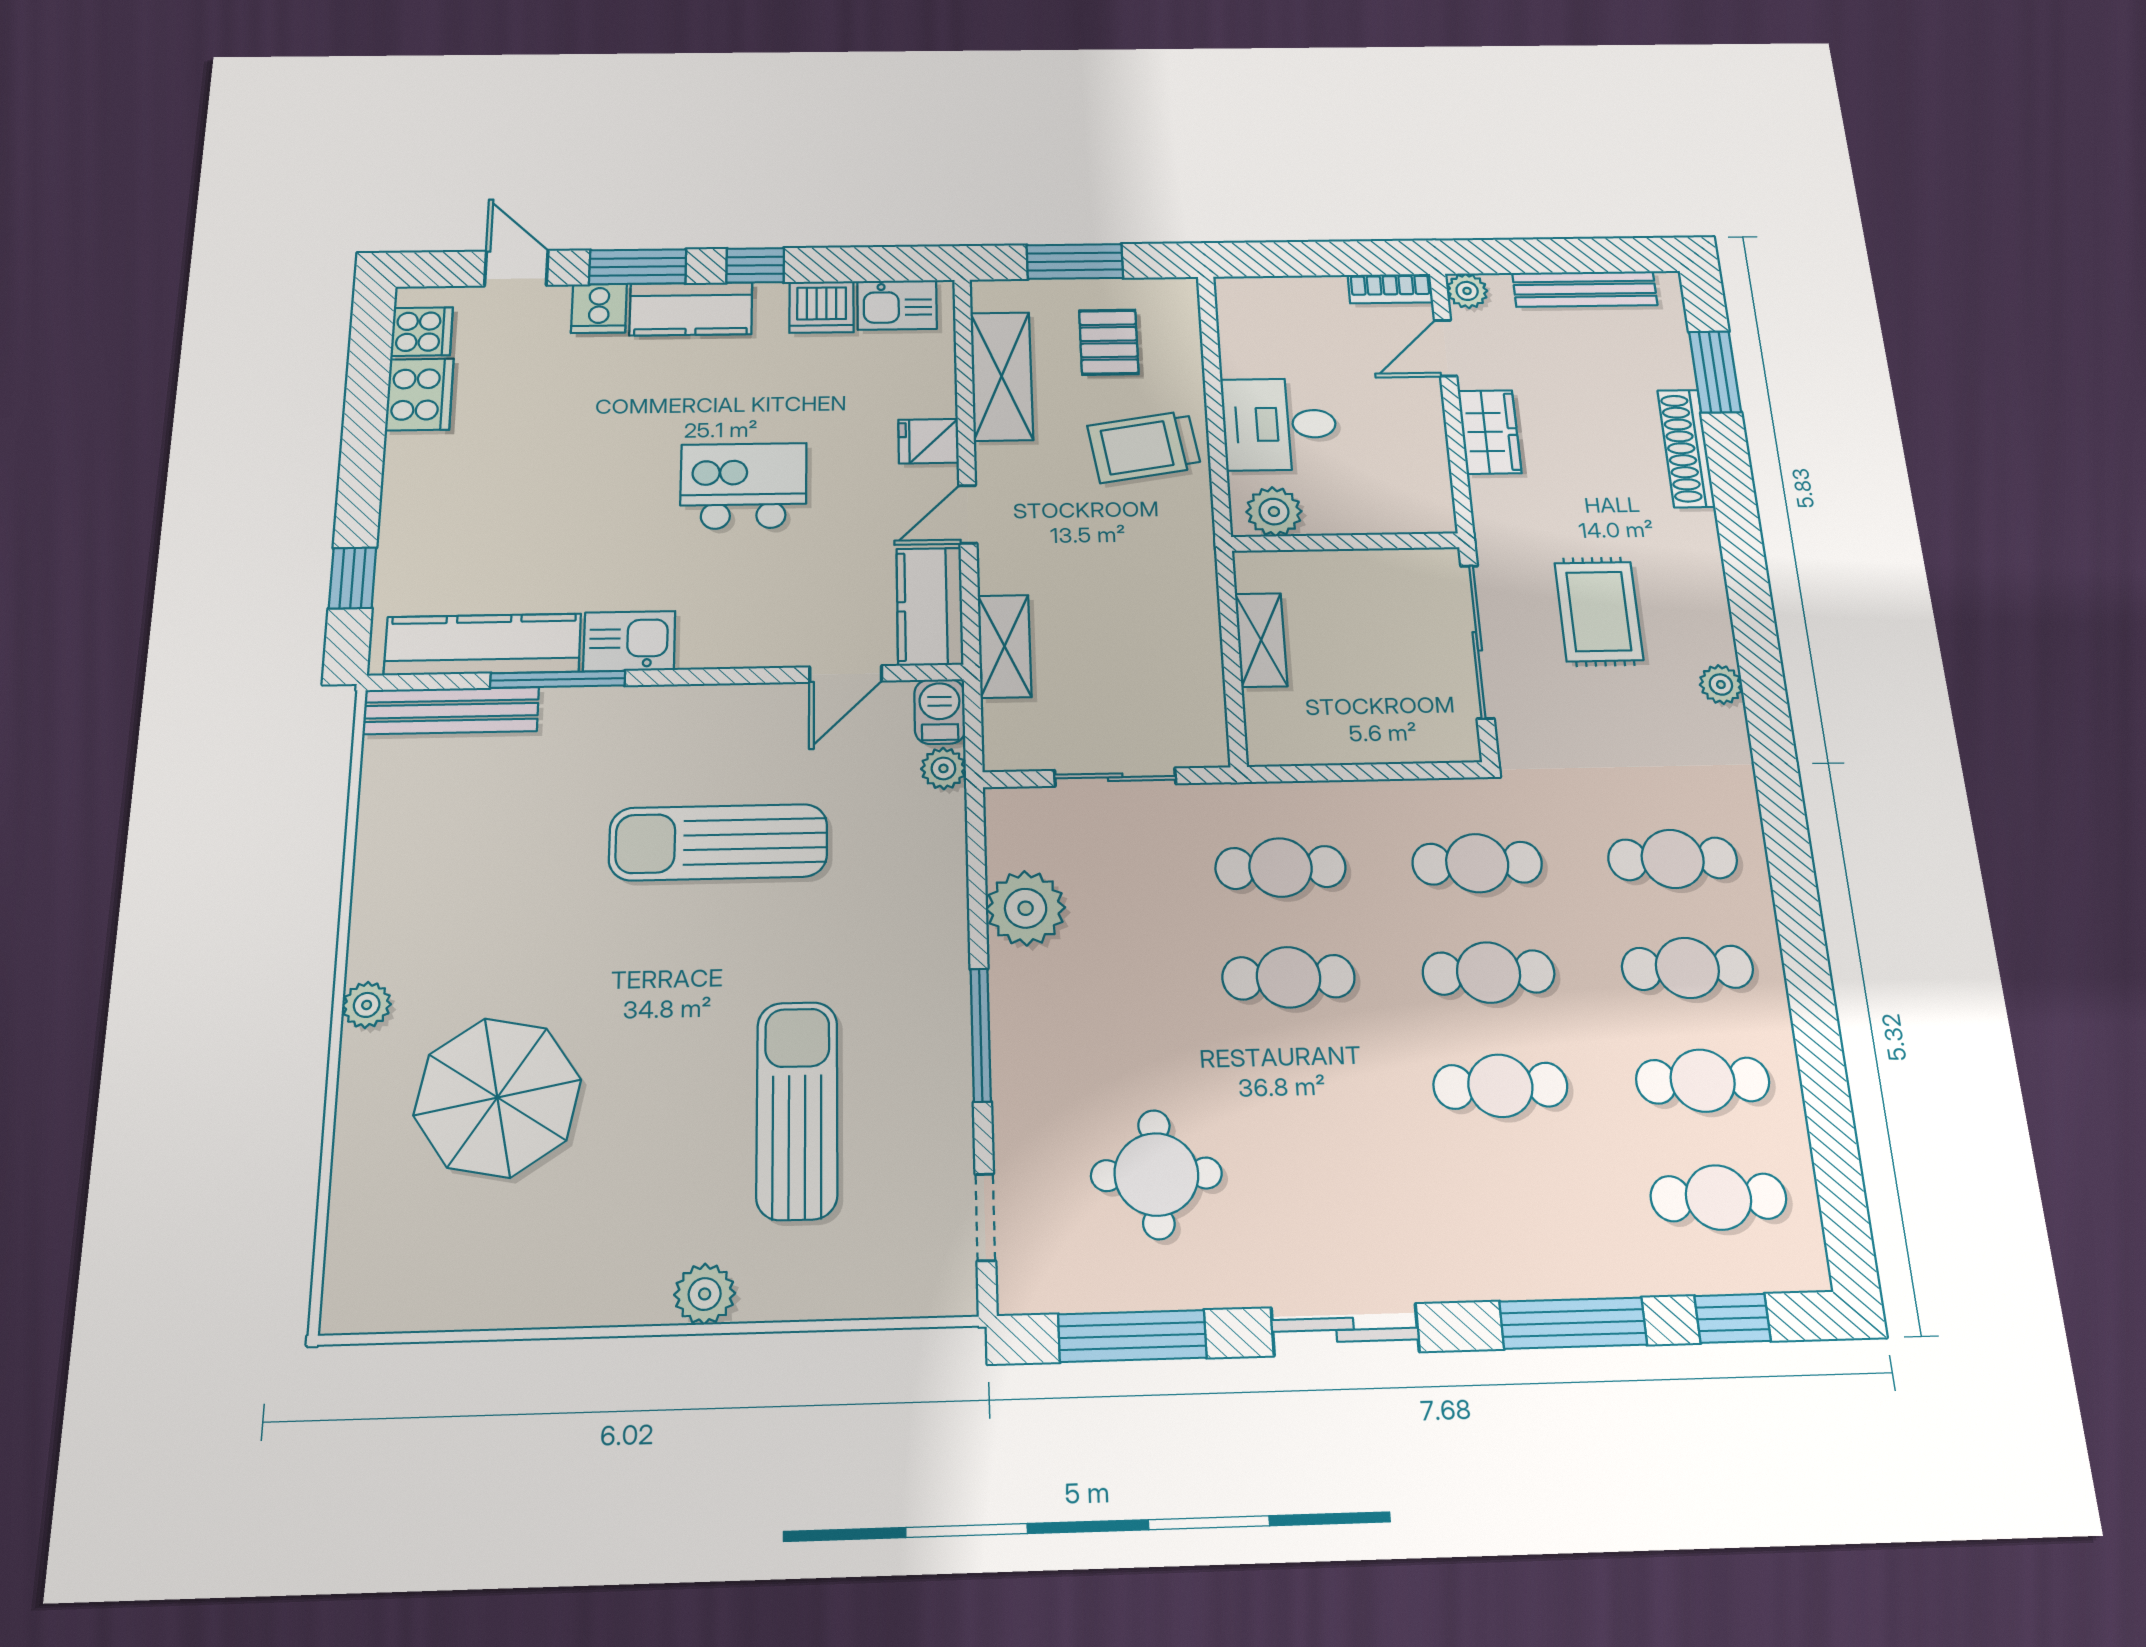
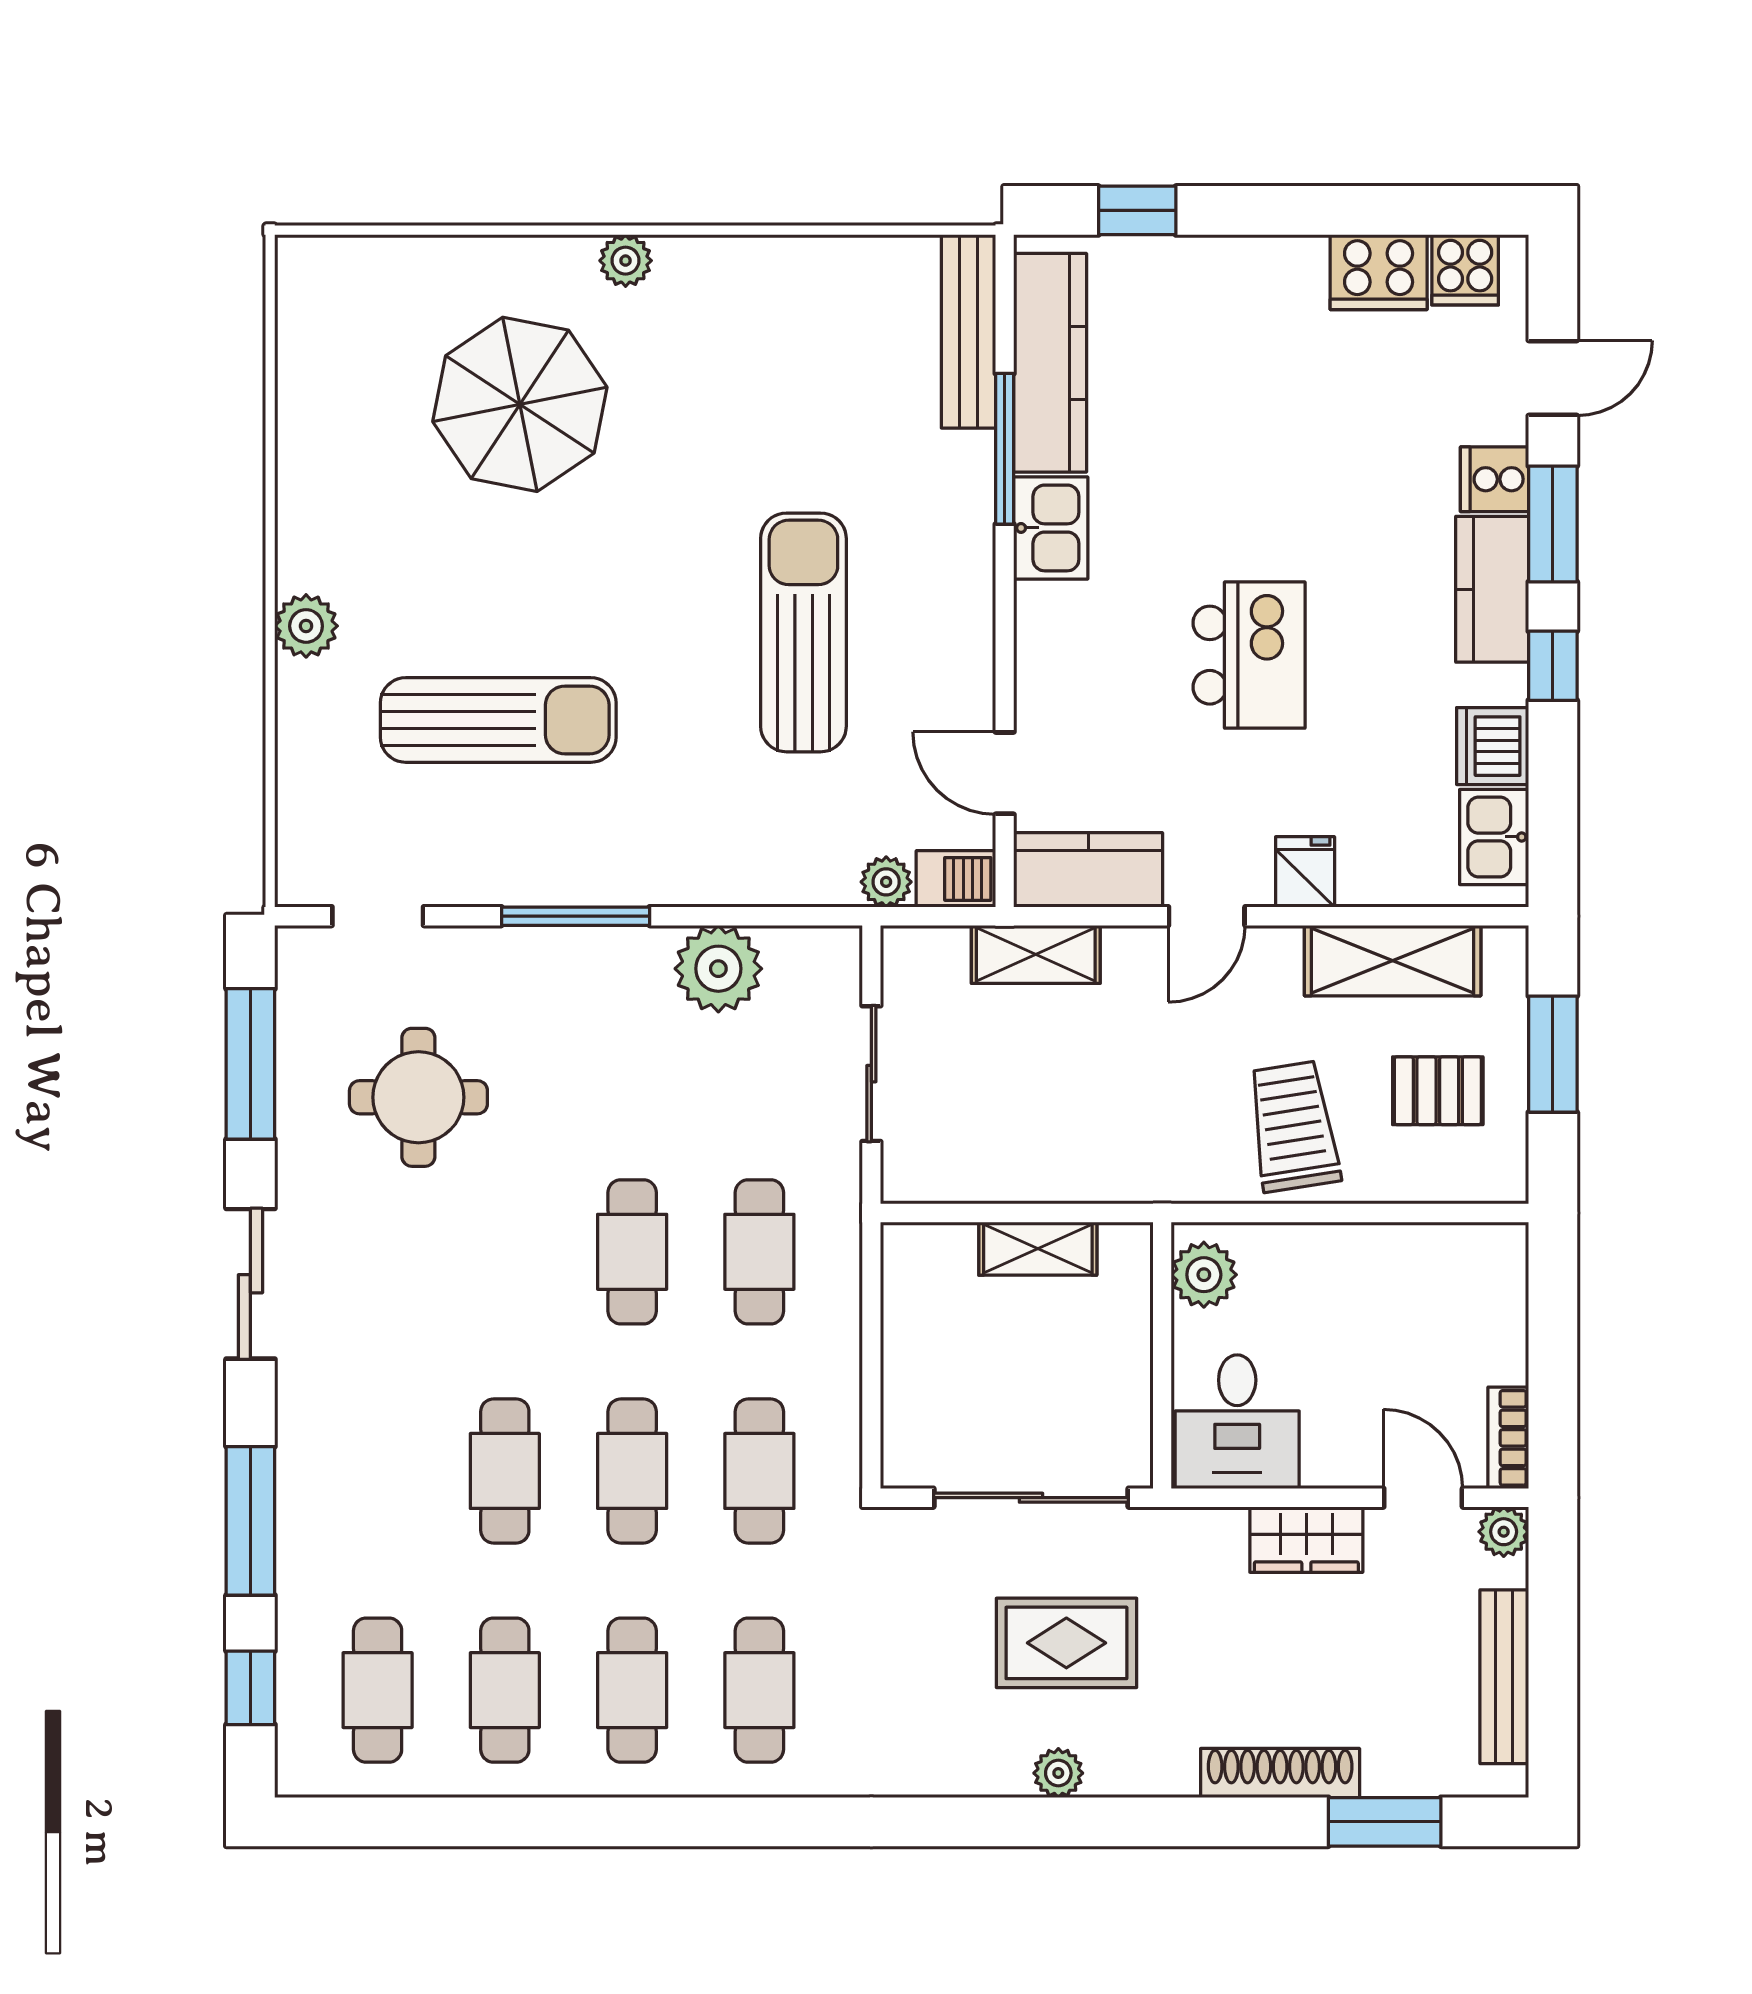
desk: (1279, 424) -> (1237, 1422), moved, turned 180
door: (968, 514) -> (1207, 916), swing flipped
plant: (1721, 685) -> (1058, 1773), moved

